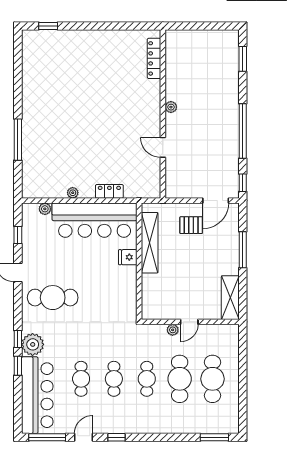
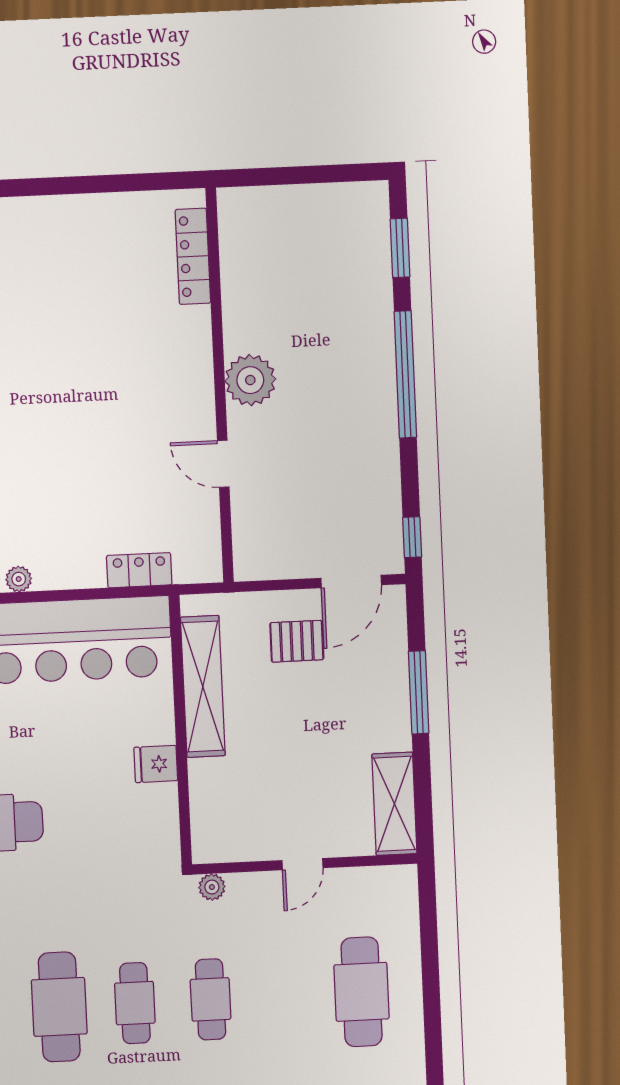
plant: (171, 107) -> (250, 380), width x1.88, depth x1.88
window: (243, 131) -> (405, 374), moved
locker: (109, 191) -> (139, 570), moved
fridge: (128, 257) -> (156, 764), moved
plant: (173, 330) -> (212, 887), moved
cafe table: (81, 379) -> (59, 1007), width x1.37, depth x1.35
cafe table: (180, 379) -> (286, 996), removed

